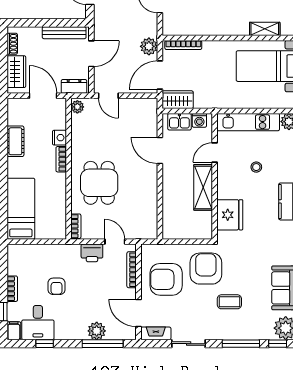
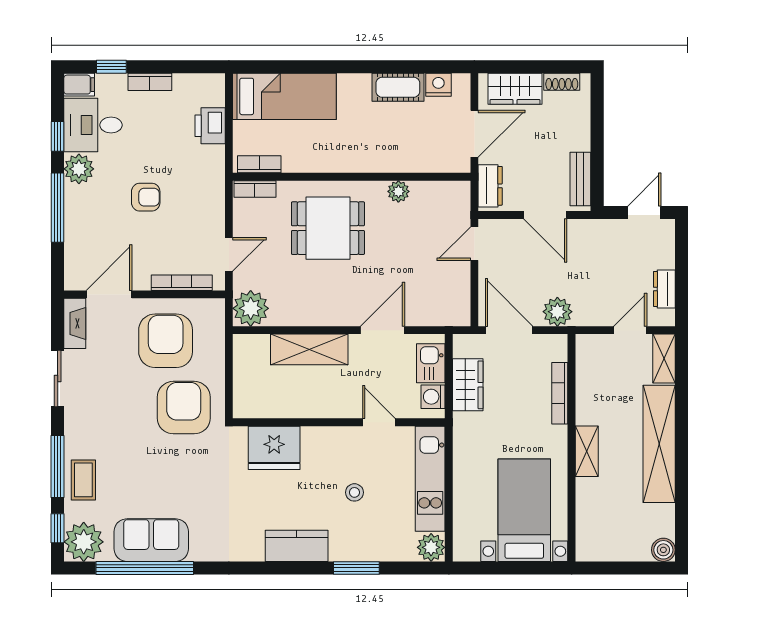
shelving: (265, 29) -> (587, 451), moved
bench: (64, 33) -> (580, 179), width x0.73
bookcase: (183, 45) -> (560, 393), moved
wardrobe: (178, 100) -> (468, 385), moved
plant: (77, 107) -> (398, 191), moved
nightstand: (59, 138) -> (438, 85), moved, turned 180
bookcase: (61, 159) -> (259, 164), moved
shelving: (203, 187) -> (309, 349), moved
plant: (147, 229) -> (251, 308), added
printer: (92, 253) -> (210, 126), moved
armchair: (206, 269) -> (184, 408), turned -90
armchair: (57, 286) -> (146, 197), moved, turned 180
coffee table: (229, 302) -> (83, 480), moved
plant: (97, 331) -> (79, 169), moved
window: (103, 344) -> (58, 208), moved

